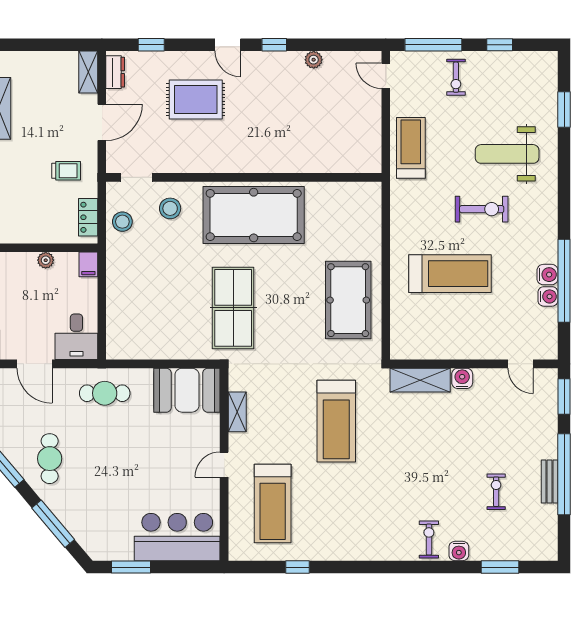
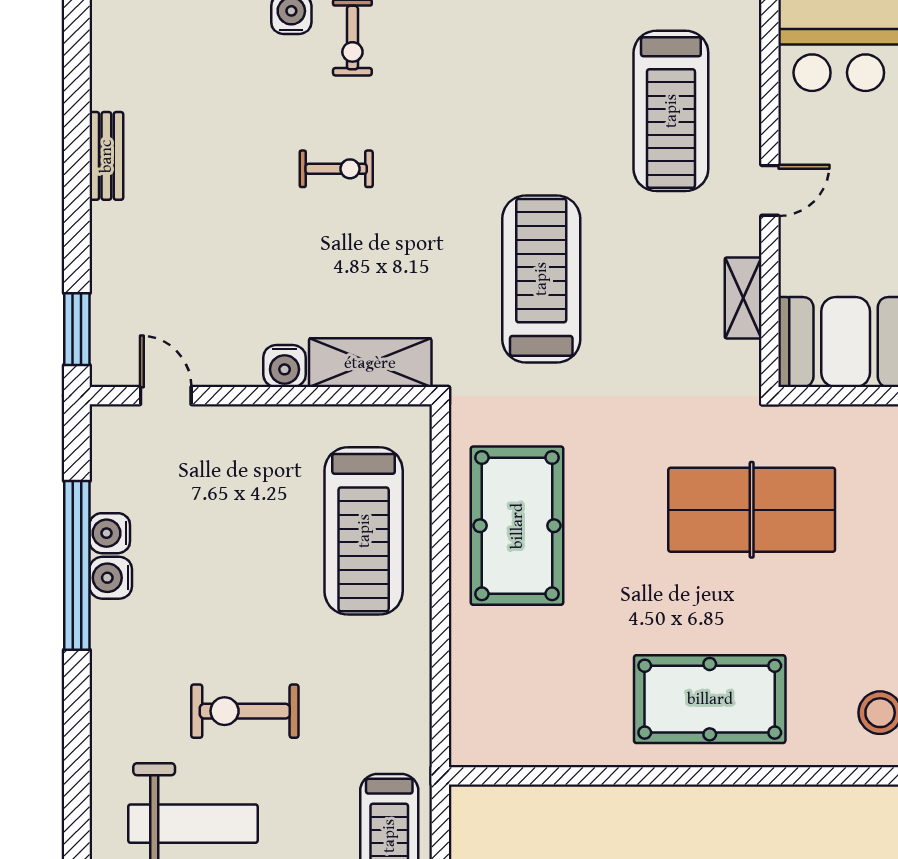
pool table: (254, 215) -> (710, 699), width x0.73, depth x0.76
treadmill: (450, 274) -> (364, 531), moved, turned -90
table tennis table: (233, 308) -> (752, 510), turned 90
window: (564, 474) -> (77, 171), removed
exercise bike: (496, 492) -> (336, 169), moved, turned -90
treadmill: (273, 504) -> (671, 111), turned 180

